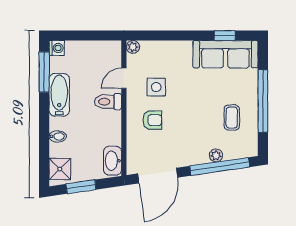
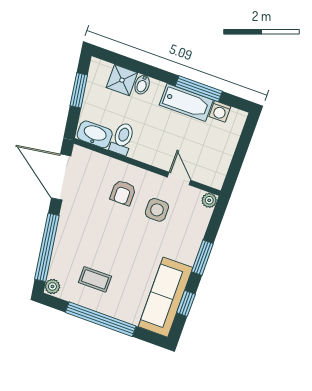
window: (182, 36) -> (202, 258), added
washing machine: (57, 48) -> (220, 111), moved
window: (44, 72) -> (199, 89), moved
toilet: (108, 102) -> (122, 139), moved
plant: (216, 155) -> (52, 286), moved
shower: (60, 169) -> (122, 80), moved

